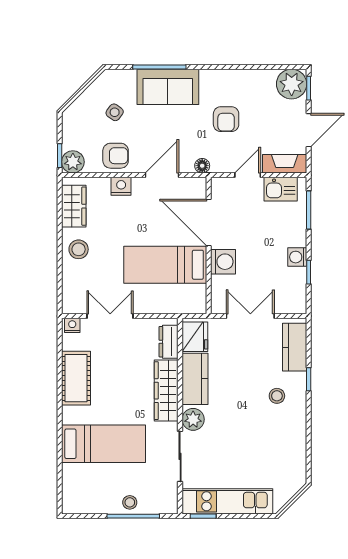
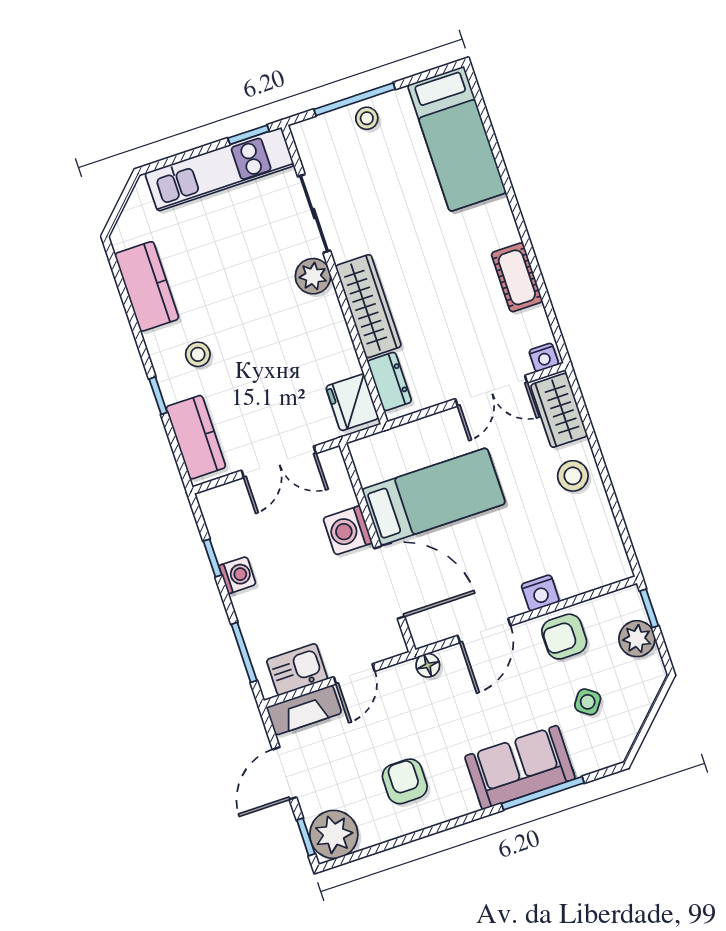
armchair: (226, 119) -> (405, 781), moved
plant: (73, 162) -> (637, 639), moved
wardrobe: (74, 206) -> (559, 410), moved
cot: (76, 378) -> (517, 277), width x0.73, depth x0.75
kitchen counter: (195, 379) -> (147, 286), moved, turned 180
bed: (103, 444) -> (457, 139), moved, turned -90

